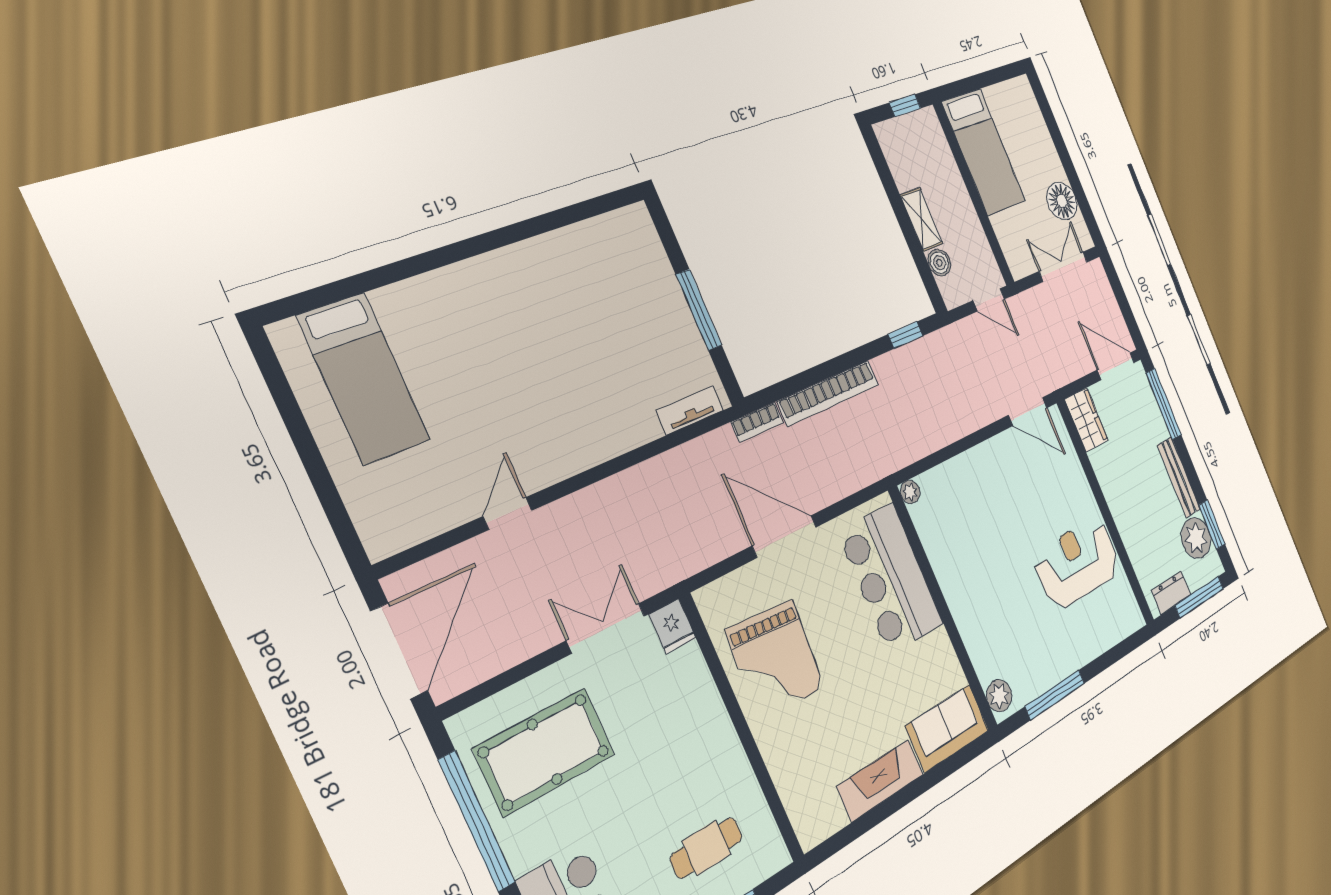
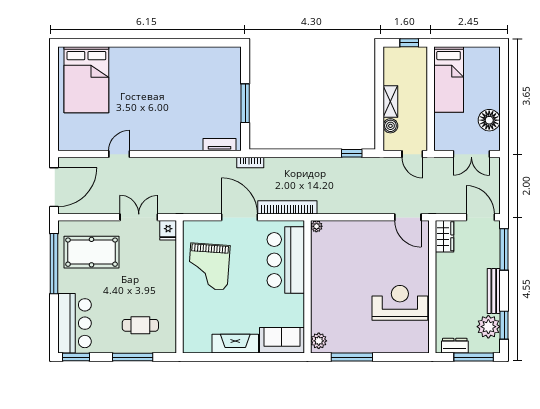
double door: (1063, 267) -> (471, 154), swing flipped
bed: (364, 378) -> (86, 80), width x1.50
bookcase: (829, 393) -> (287, 207), moved, turned 180

